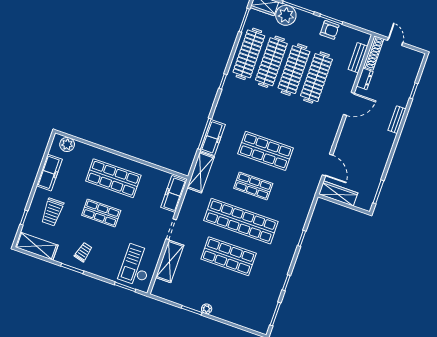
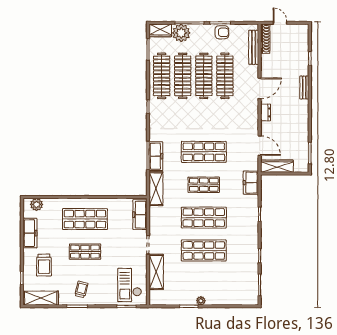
bench: (358, 58) -> (254, 47), width x1.36
dresser: (365, 79) -> (266, 112), moved
freezer: (304, 201) -> (251, 183), added
shop shelf: (241, 221) -> (204, 218), width x0.71

